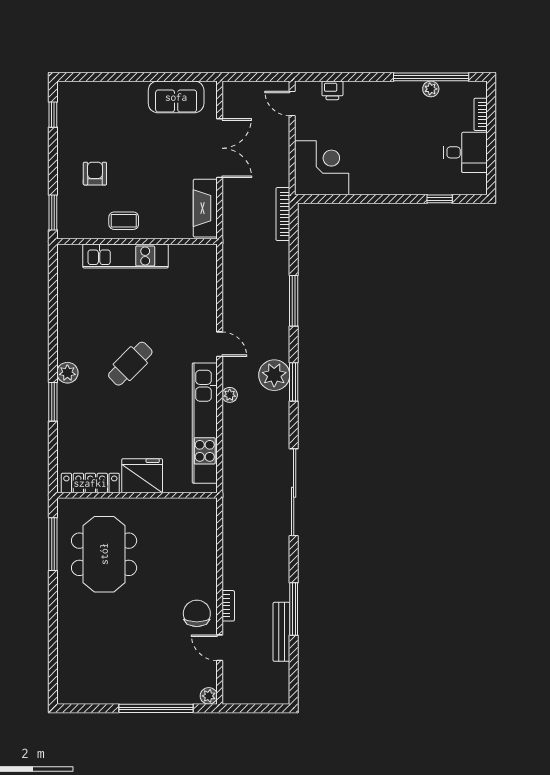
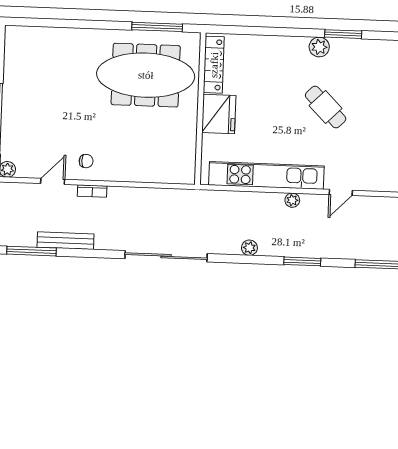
plant: (274, 375) -> (249, 248), moved, width x0.53, depth x0.53
window: (53, 402) -> (343, 34), moved
sliding door: (294, 492) -> (166, 256), moved
meeting table: (104, 554) -> (146, 75), width x1.36
window: (294, 609) -> (32, 251), moved
chair: (197, 613) -> (86, 161), width x0.54, depth x0.54

